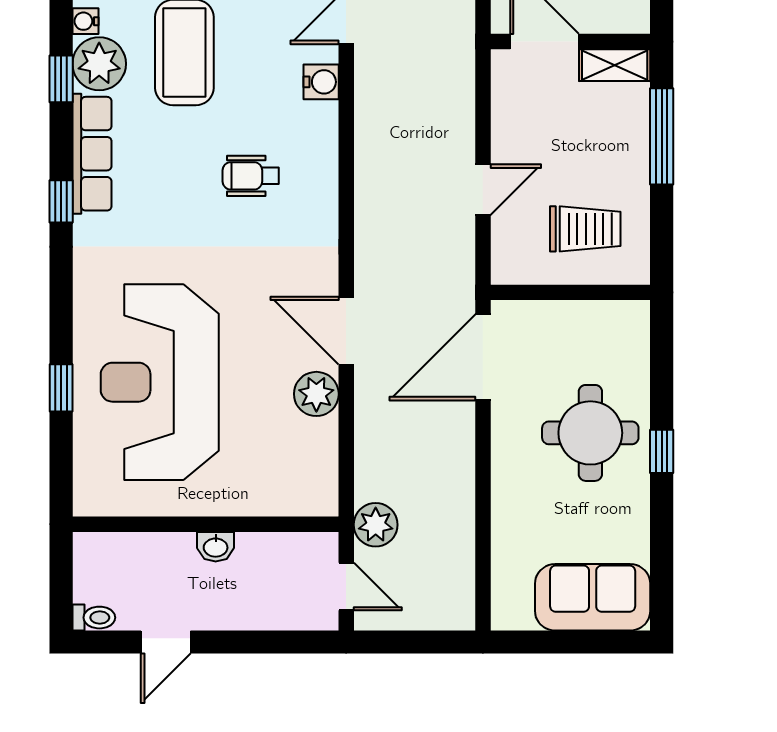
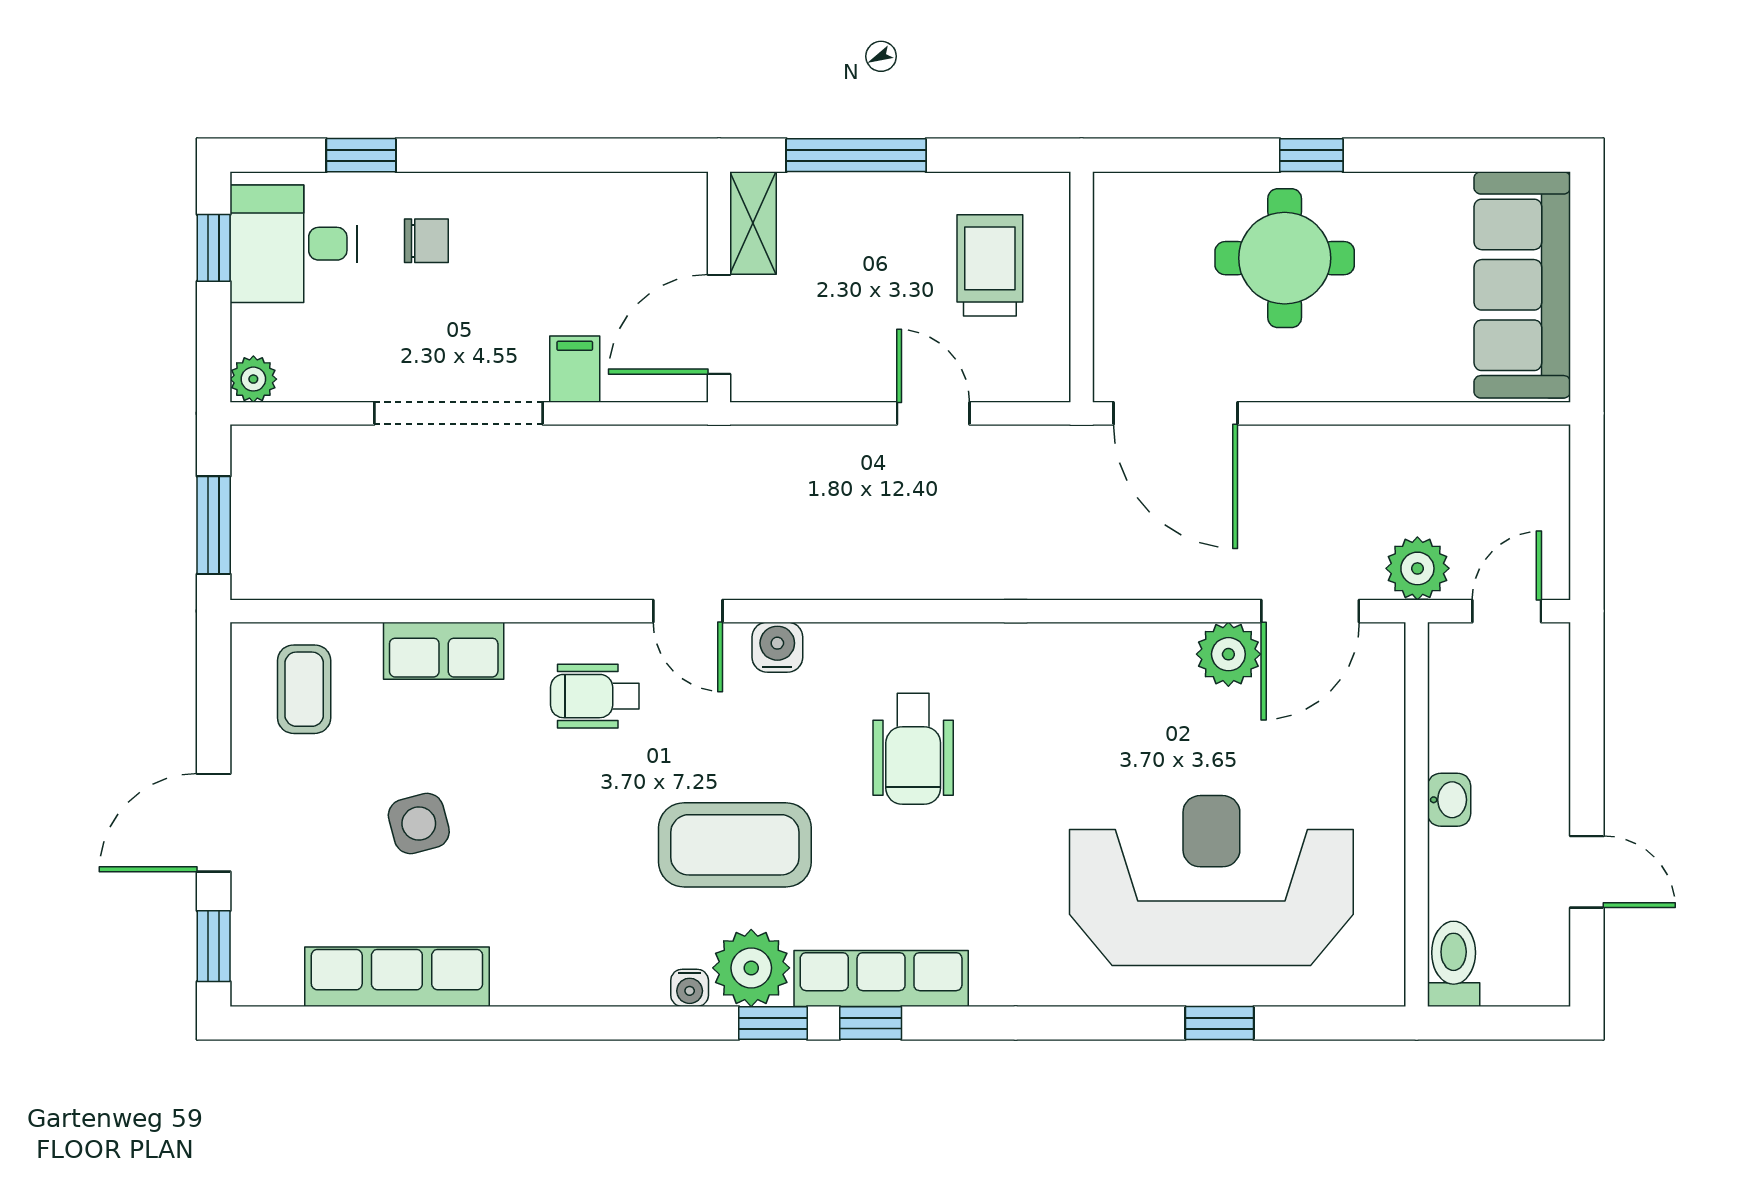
wheelchair: (251, 176) -> (913, 749), width x1.36, depth x1.37
window: (61, 201) -> (871, 1023), moved
door: (346, 331) -> (1310, 611), moved
reception desk: (160, 382) -> (1211, 881), turned 180
sofa: (593, 597) -> (1522, 285), width x1.36
toilet: (94, 618) -> (1454, 964), moved, width x1.37, depth x1.39

